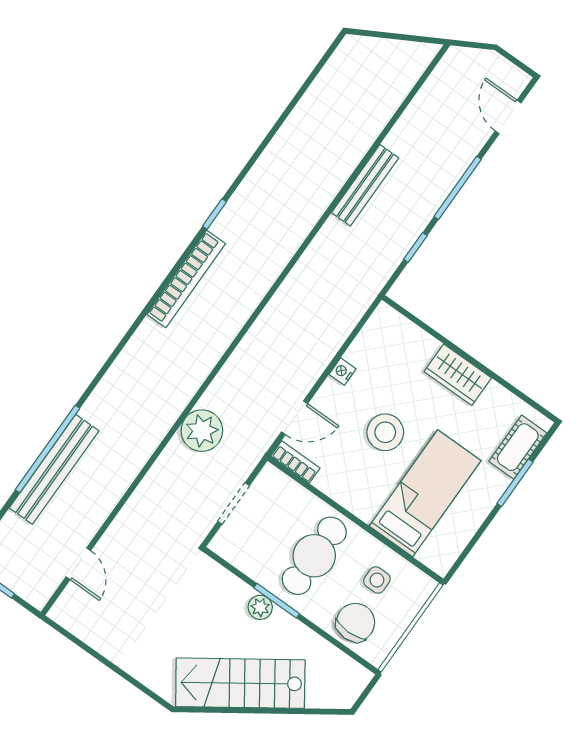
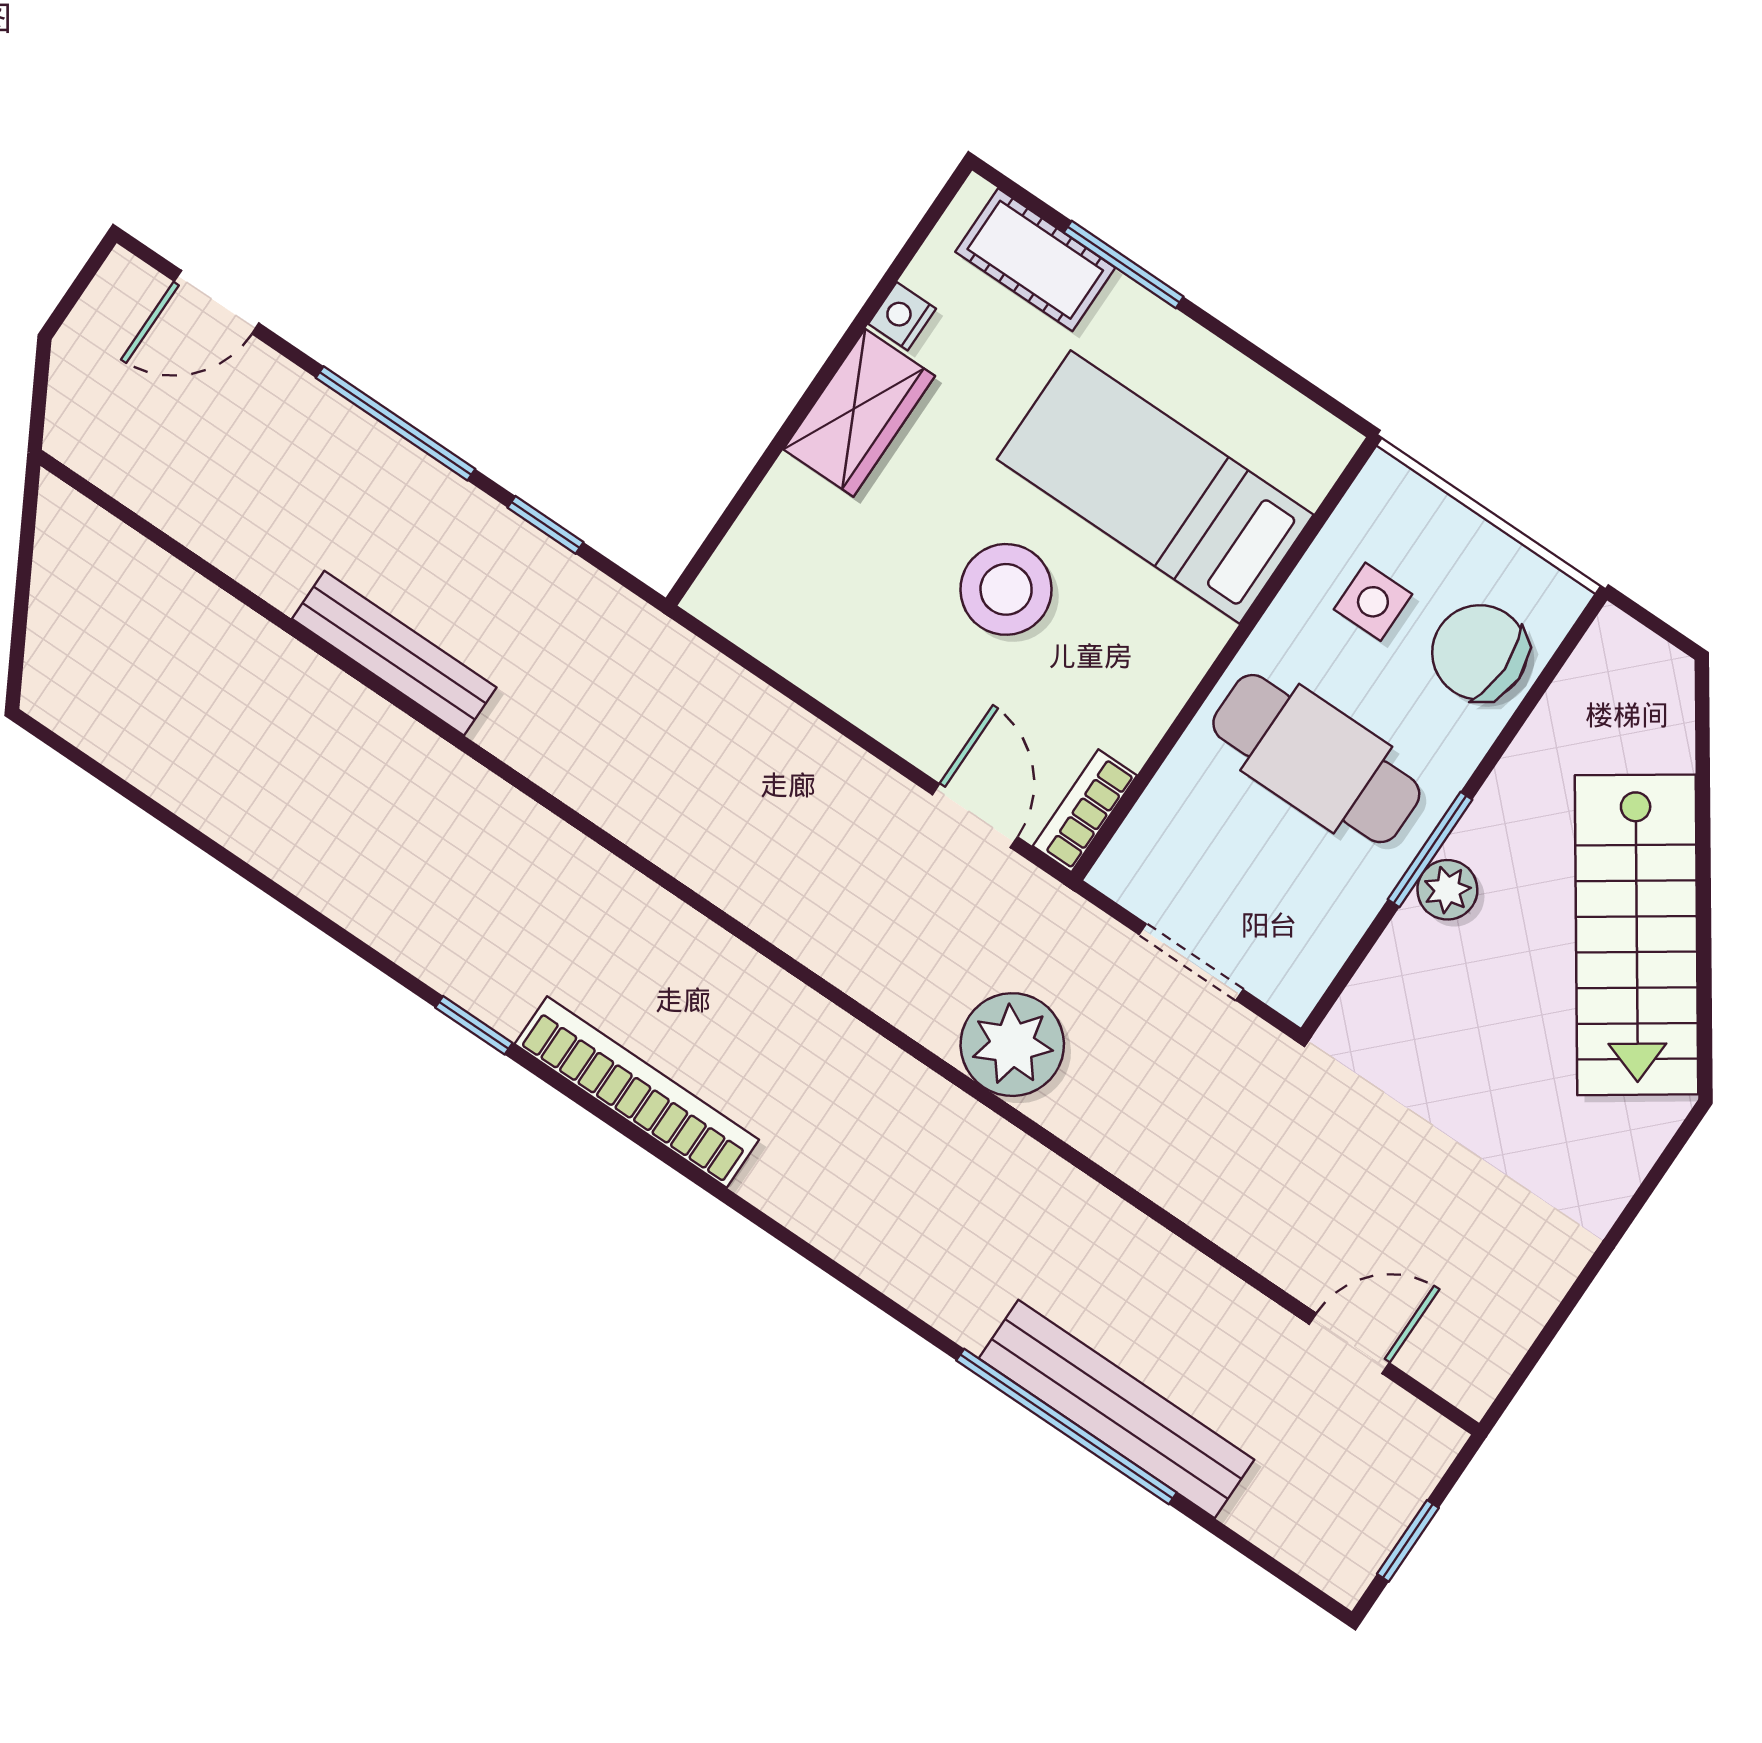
nightstand: (342, 372) -> (902, 316), moved, turned 90

